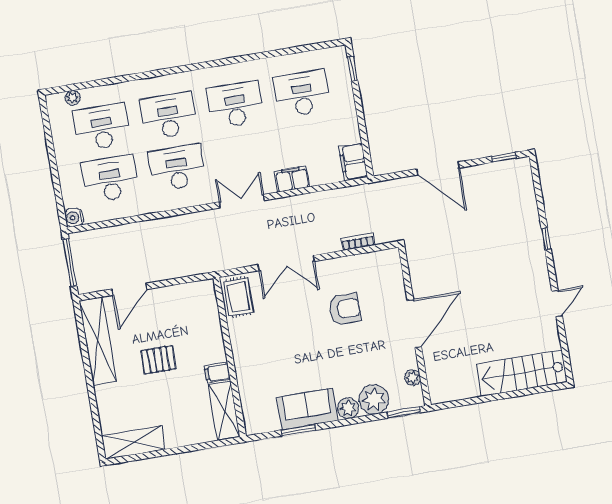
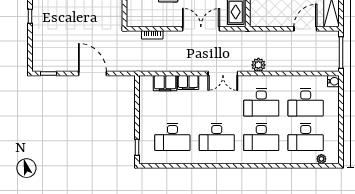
filing cabinet: (353, 162) -> (165, 83), moved, turned 90
plant: (191, 223) -> (258, 65), added

